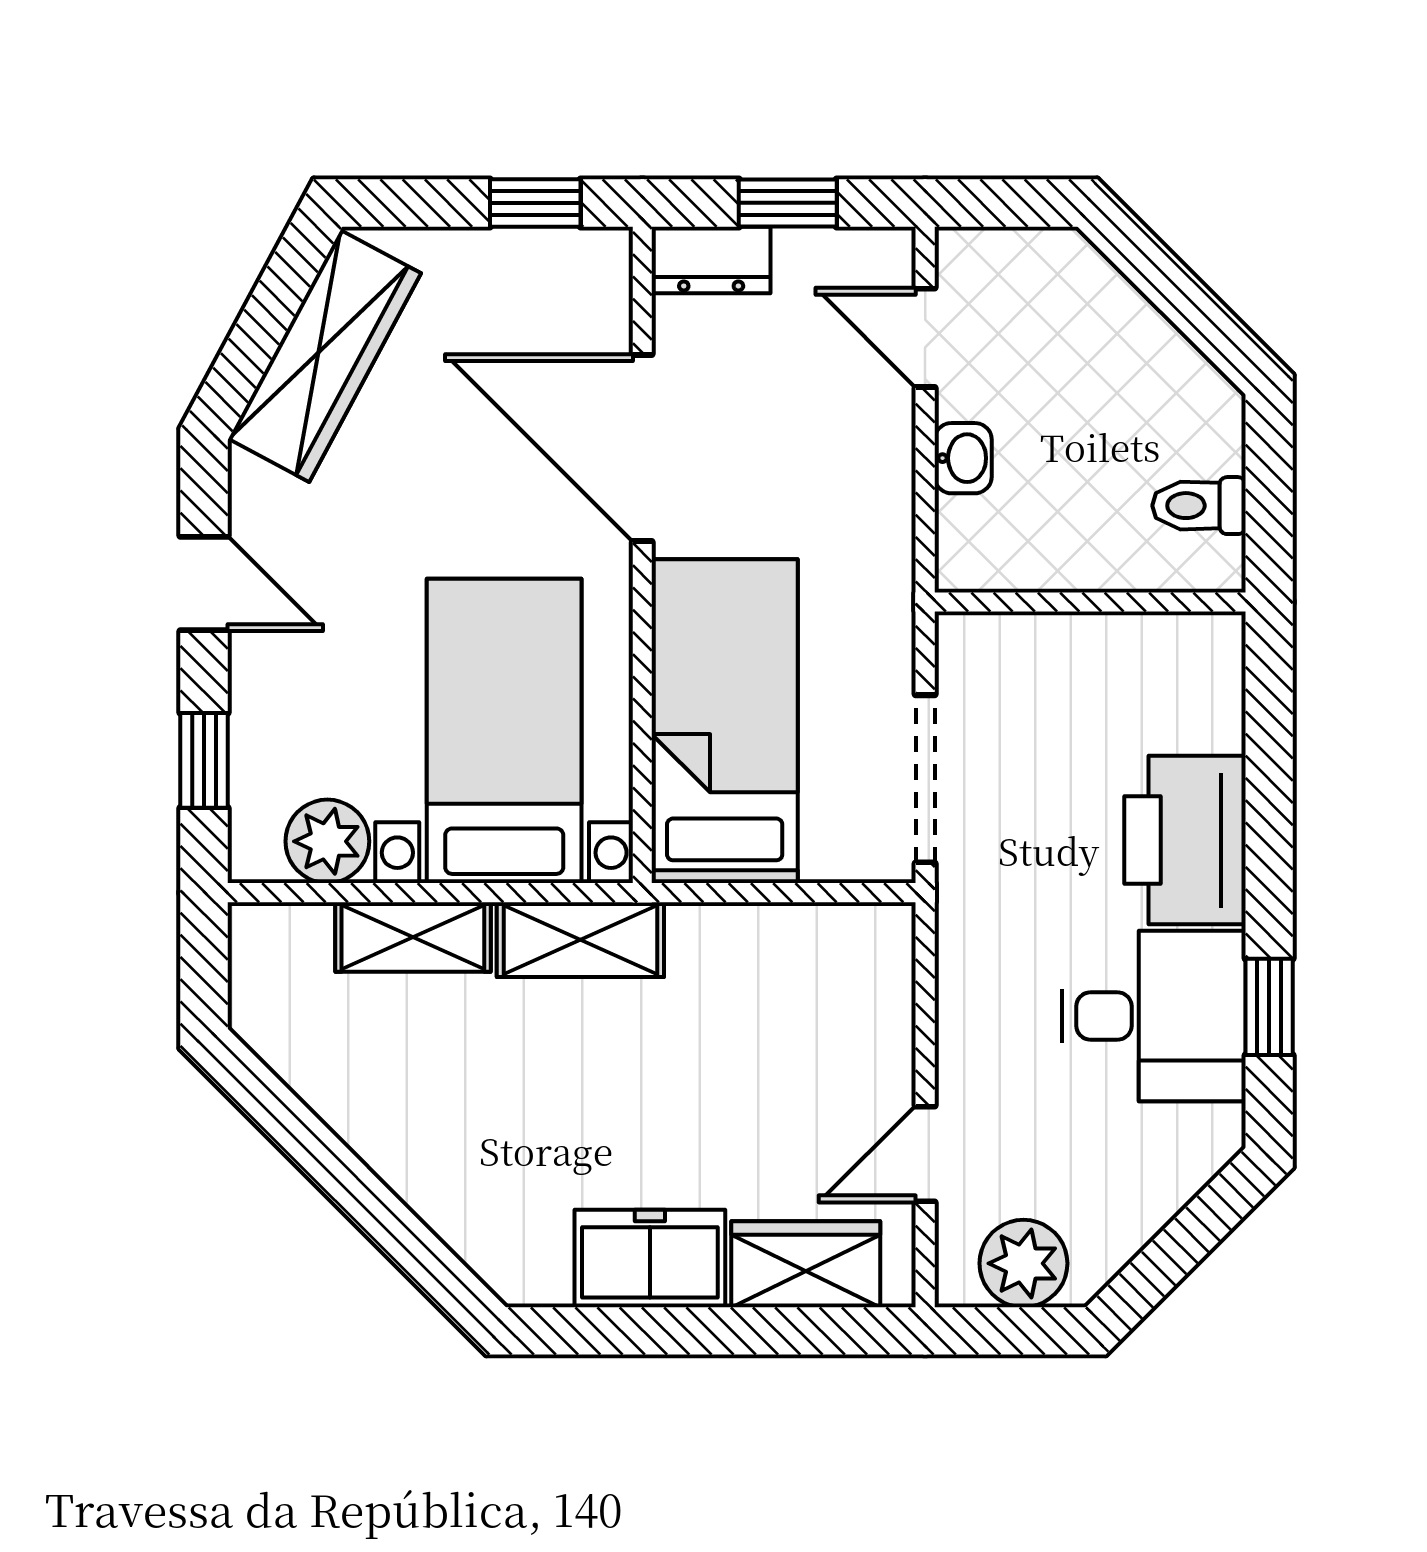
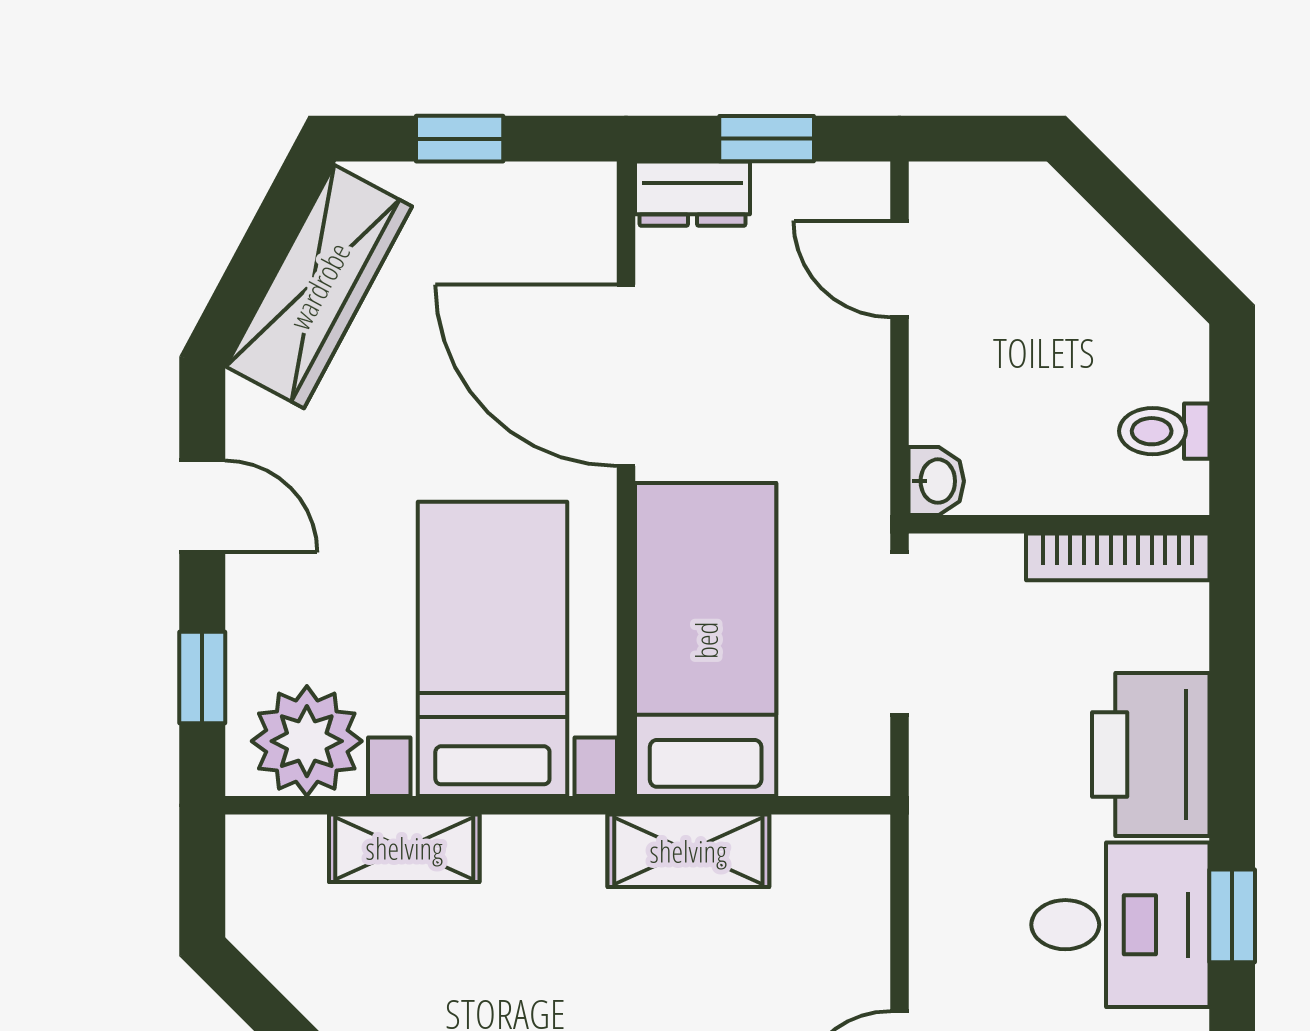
window: (535, 203) -> (460, 139), moved
washbasin: (963, 458) -> (936, 481), moved
bookcase: (1151, 636) -> (1118, 557), added
doorway: (925, 779) -> (899, 634), moved
plant: (327, 841) -> (307, 741), width x1.36, depth x1.36
shelving: (580, 940) -> (688, 851), moved

